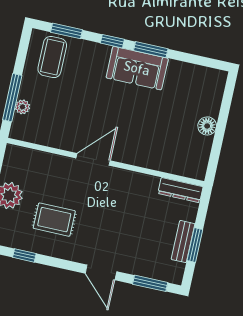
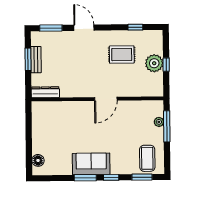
floor lamp: (207, 126) -> (38, 160), moved

